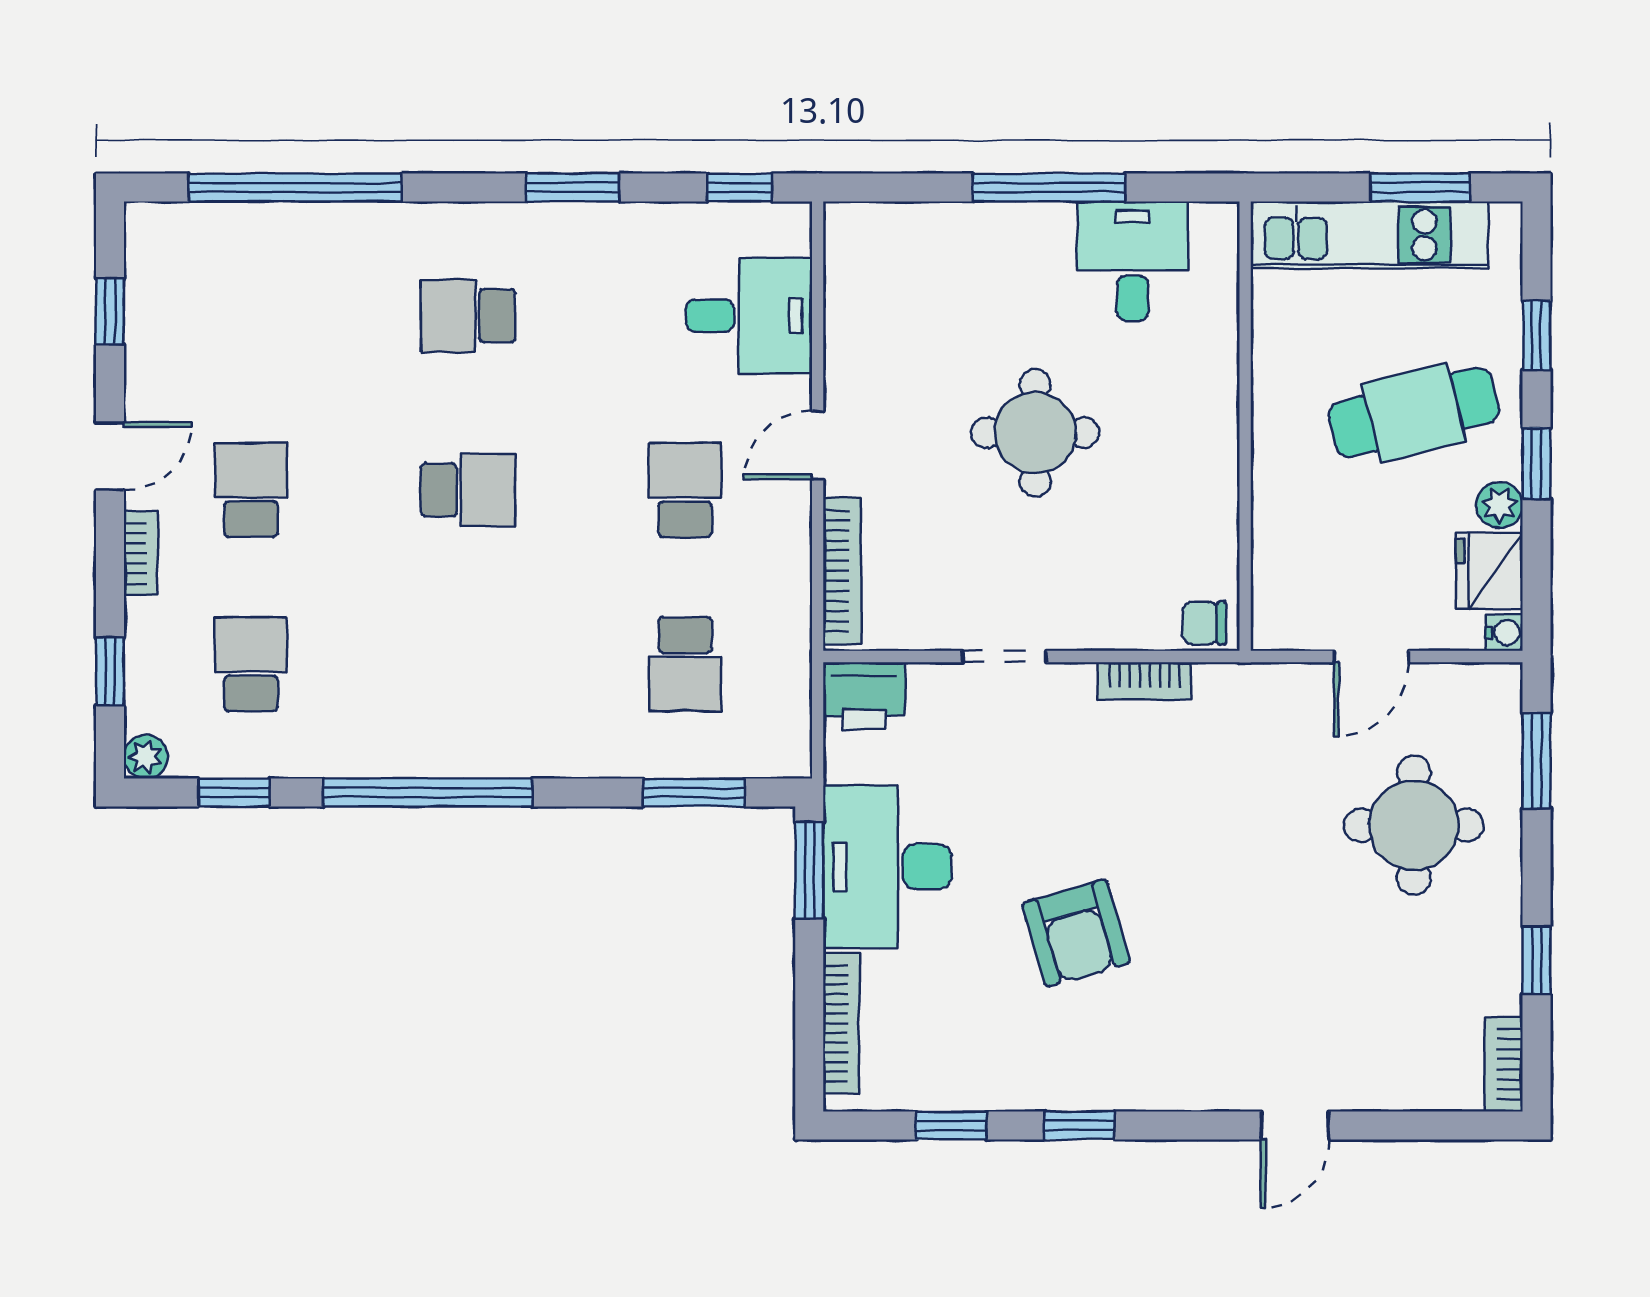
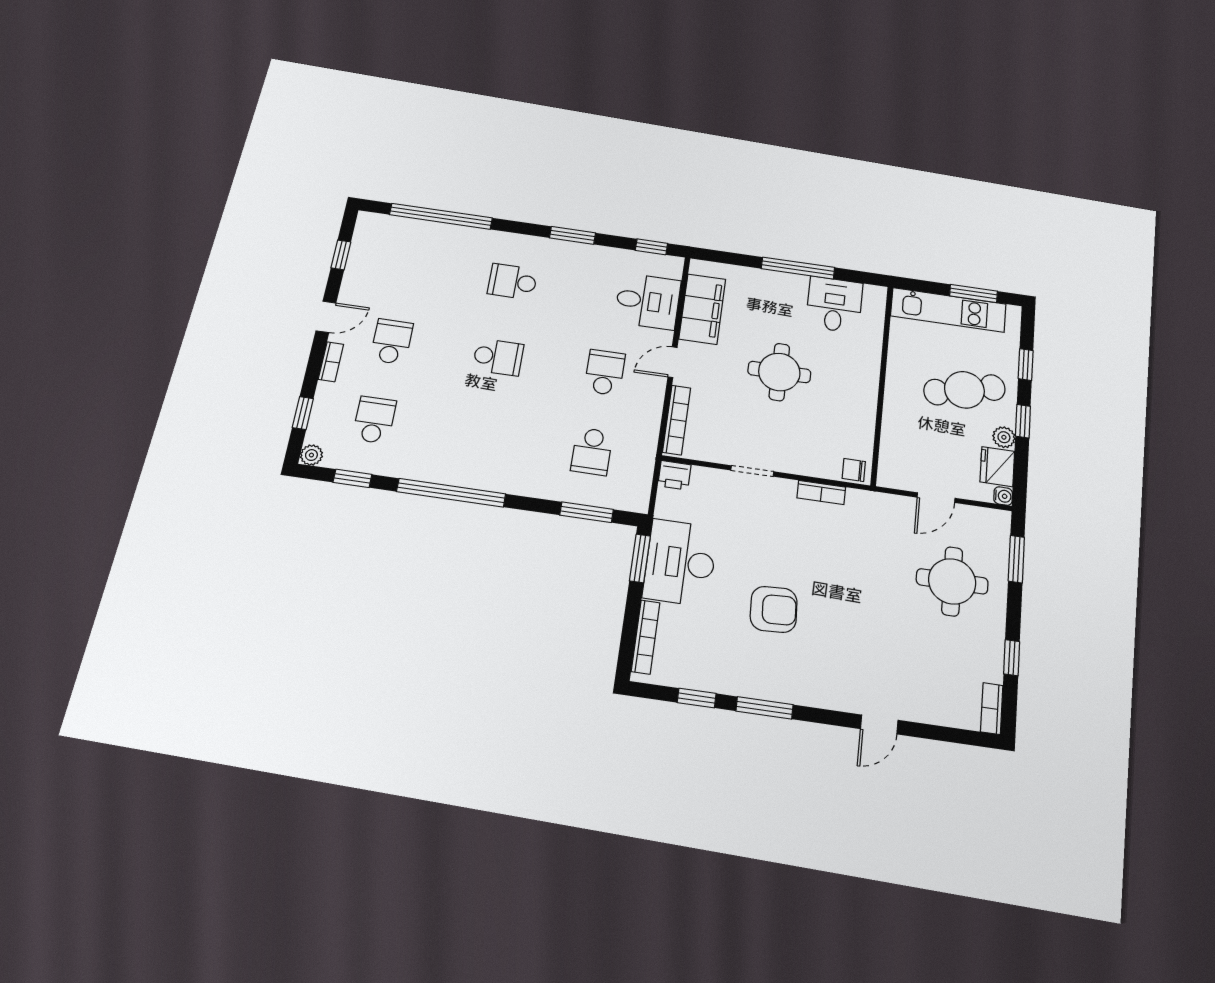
filing cabinet: (863, 315) -> (702, 309), added
printer: (864, 696) -> (674, 475), width x0.73, depth x0.81
armchair: (1076, 933) -> (774, 609), turned -77
window: (1079, 1126) -> (765, 708), width x1.50

